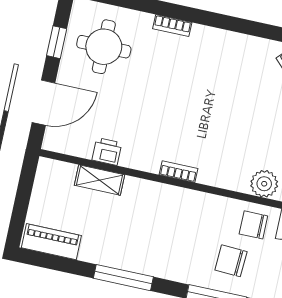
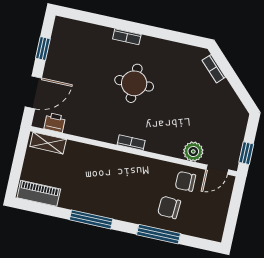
round table: (104, 47) -> (134, 83), moved
printer: (107, 151) -> (55, 123), moved
shelving: (100, 180) -> (48, 143), moved

